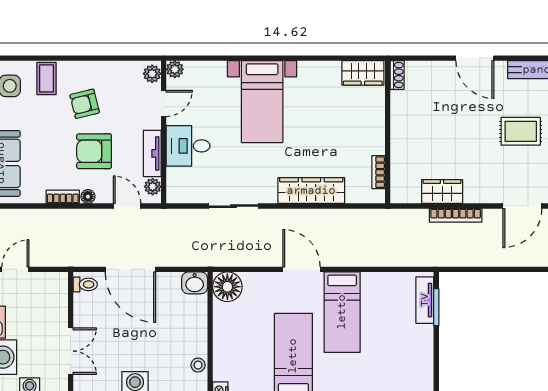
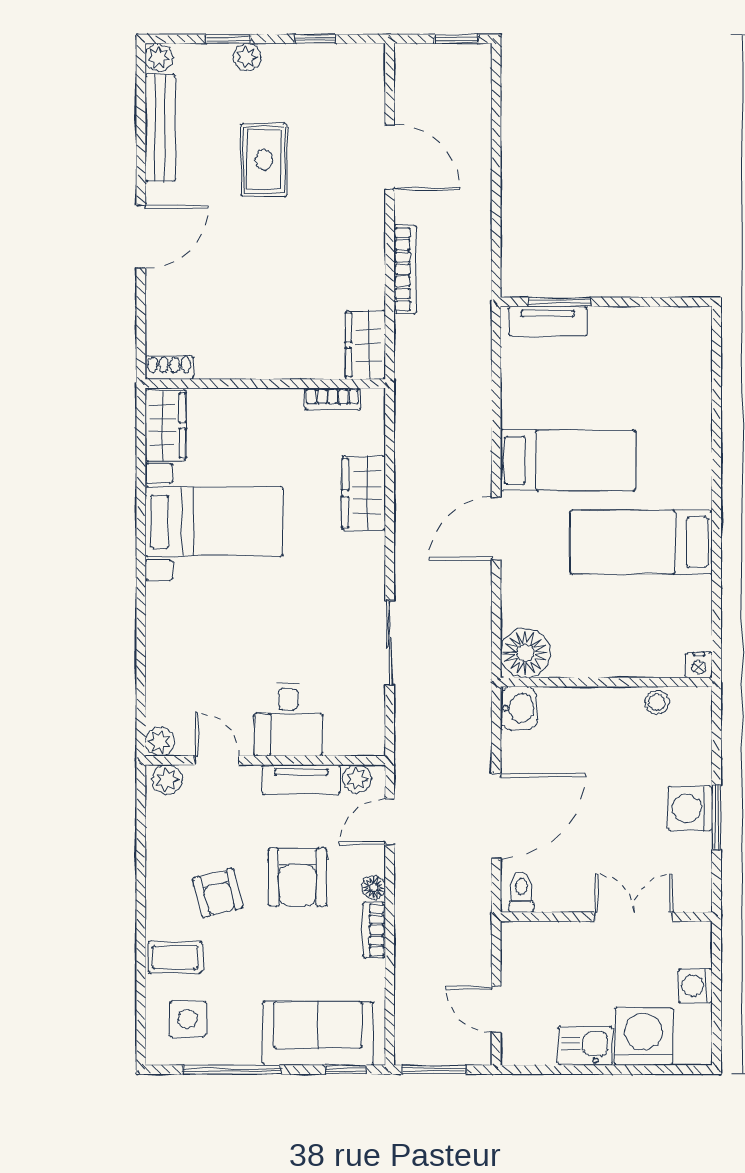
bed with nightstands: (262, 102) -> (214, 522), moved
wardrobe: (311, 191) -> (364, 493), width x0.67
wardrobe: (442, 192) -> (365, 345), moved

